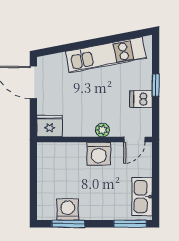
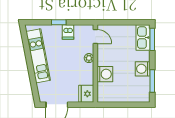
washing machine: (99, 154) -> (105, 74), moved
kitchen sink: (142, 197) -> (143, 38), moved, turned 90
washing machine: (68, 209) -> (143, 69), moved

